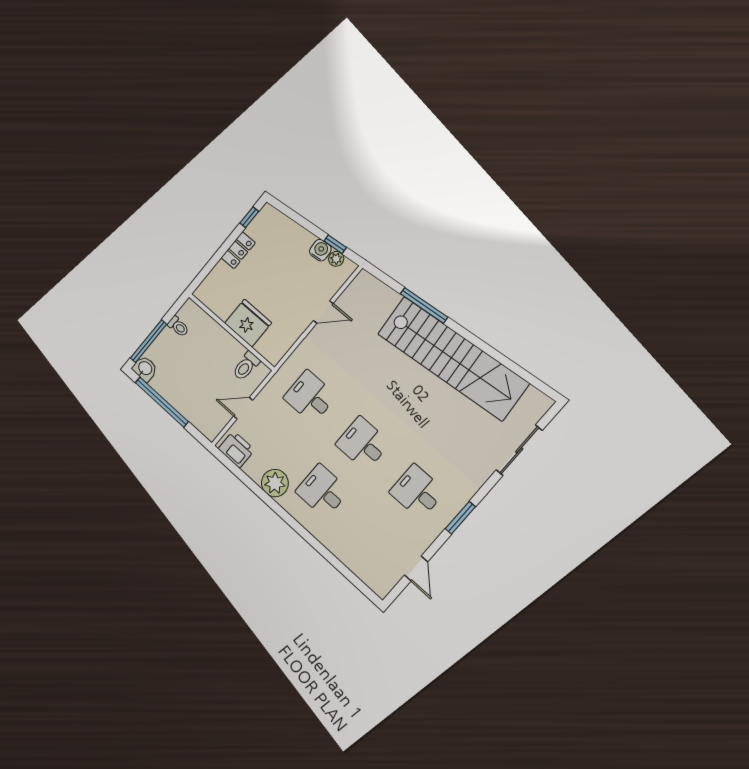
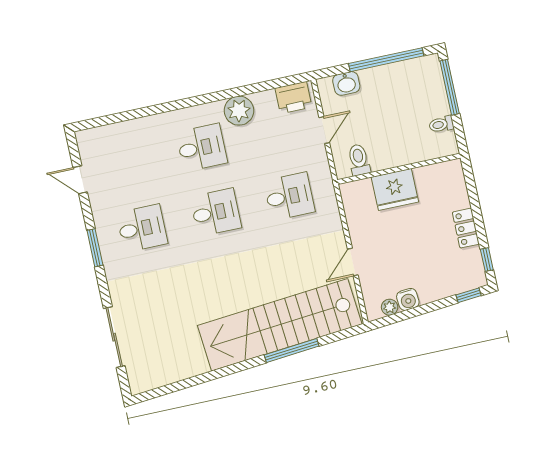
window: (335, 244) -> (469, 295), moved
stairs: (453, 358) -> (280, 325), moved
washbasin: (145, 369) -> (346, 83), moved

